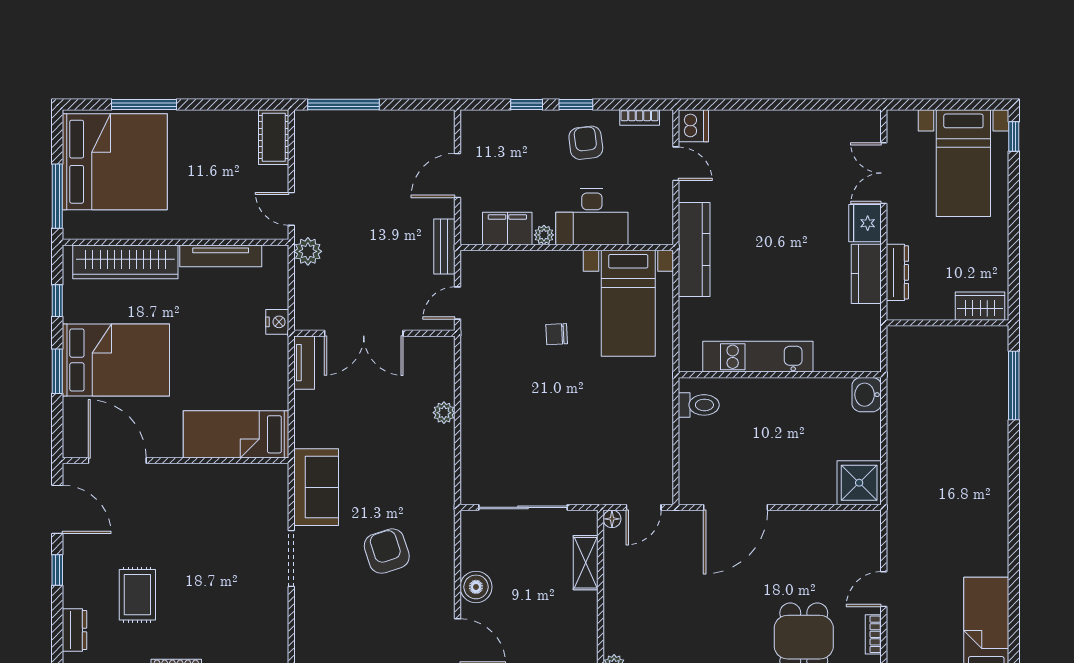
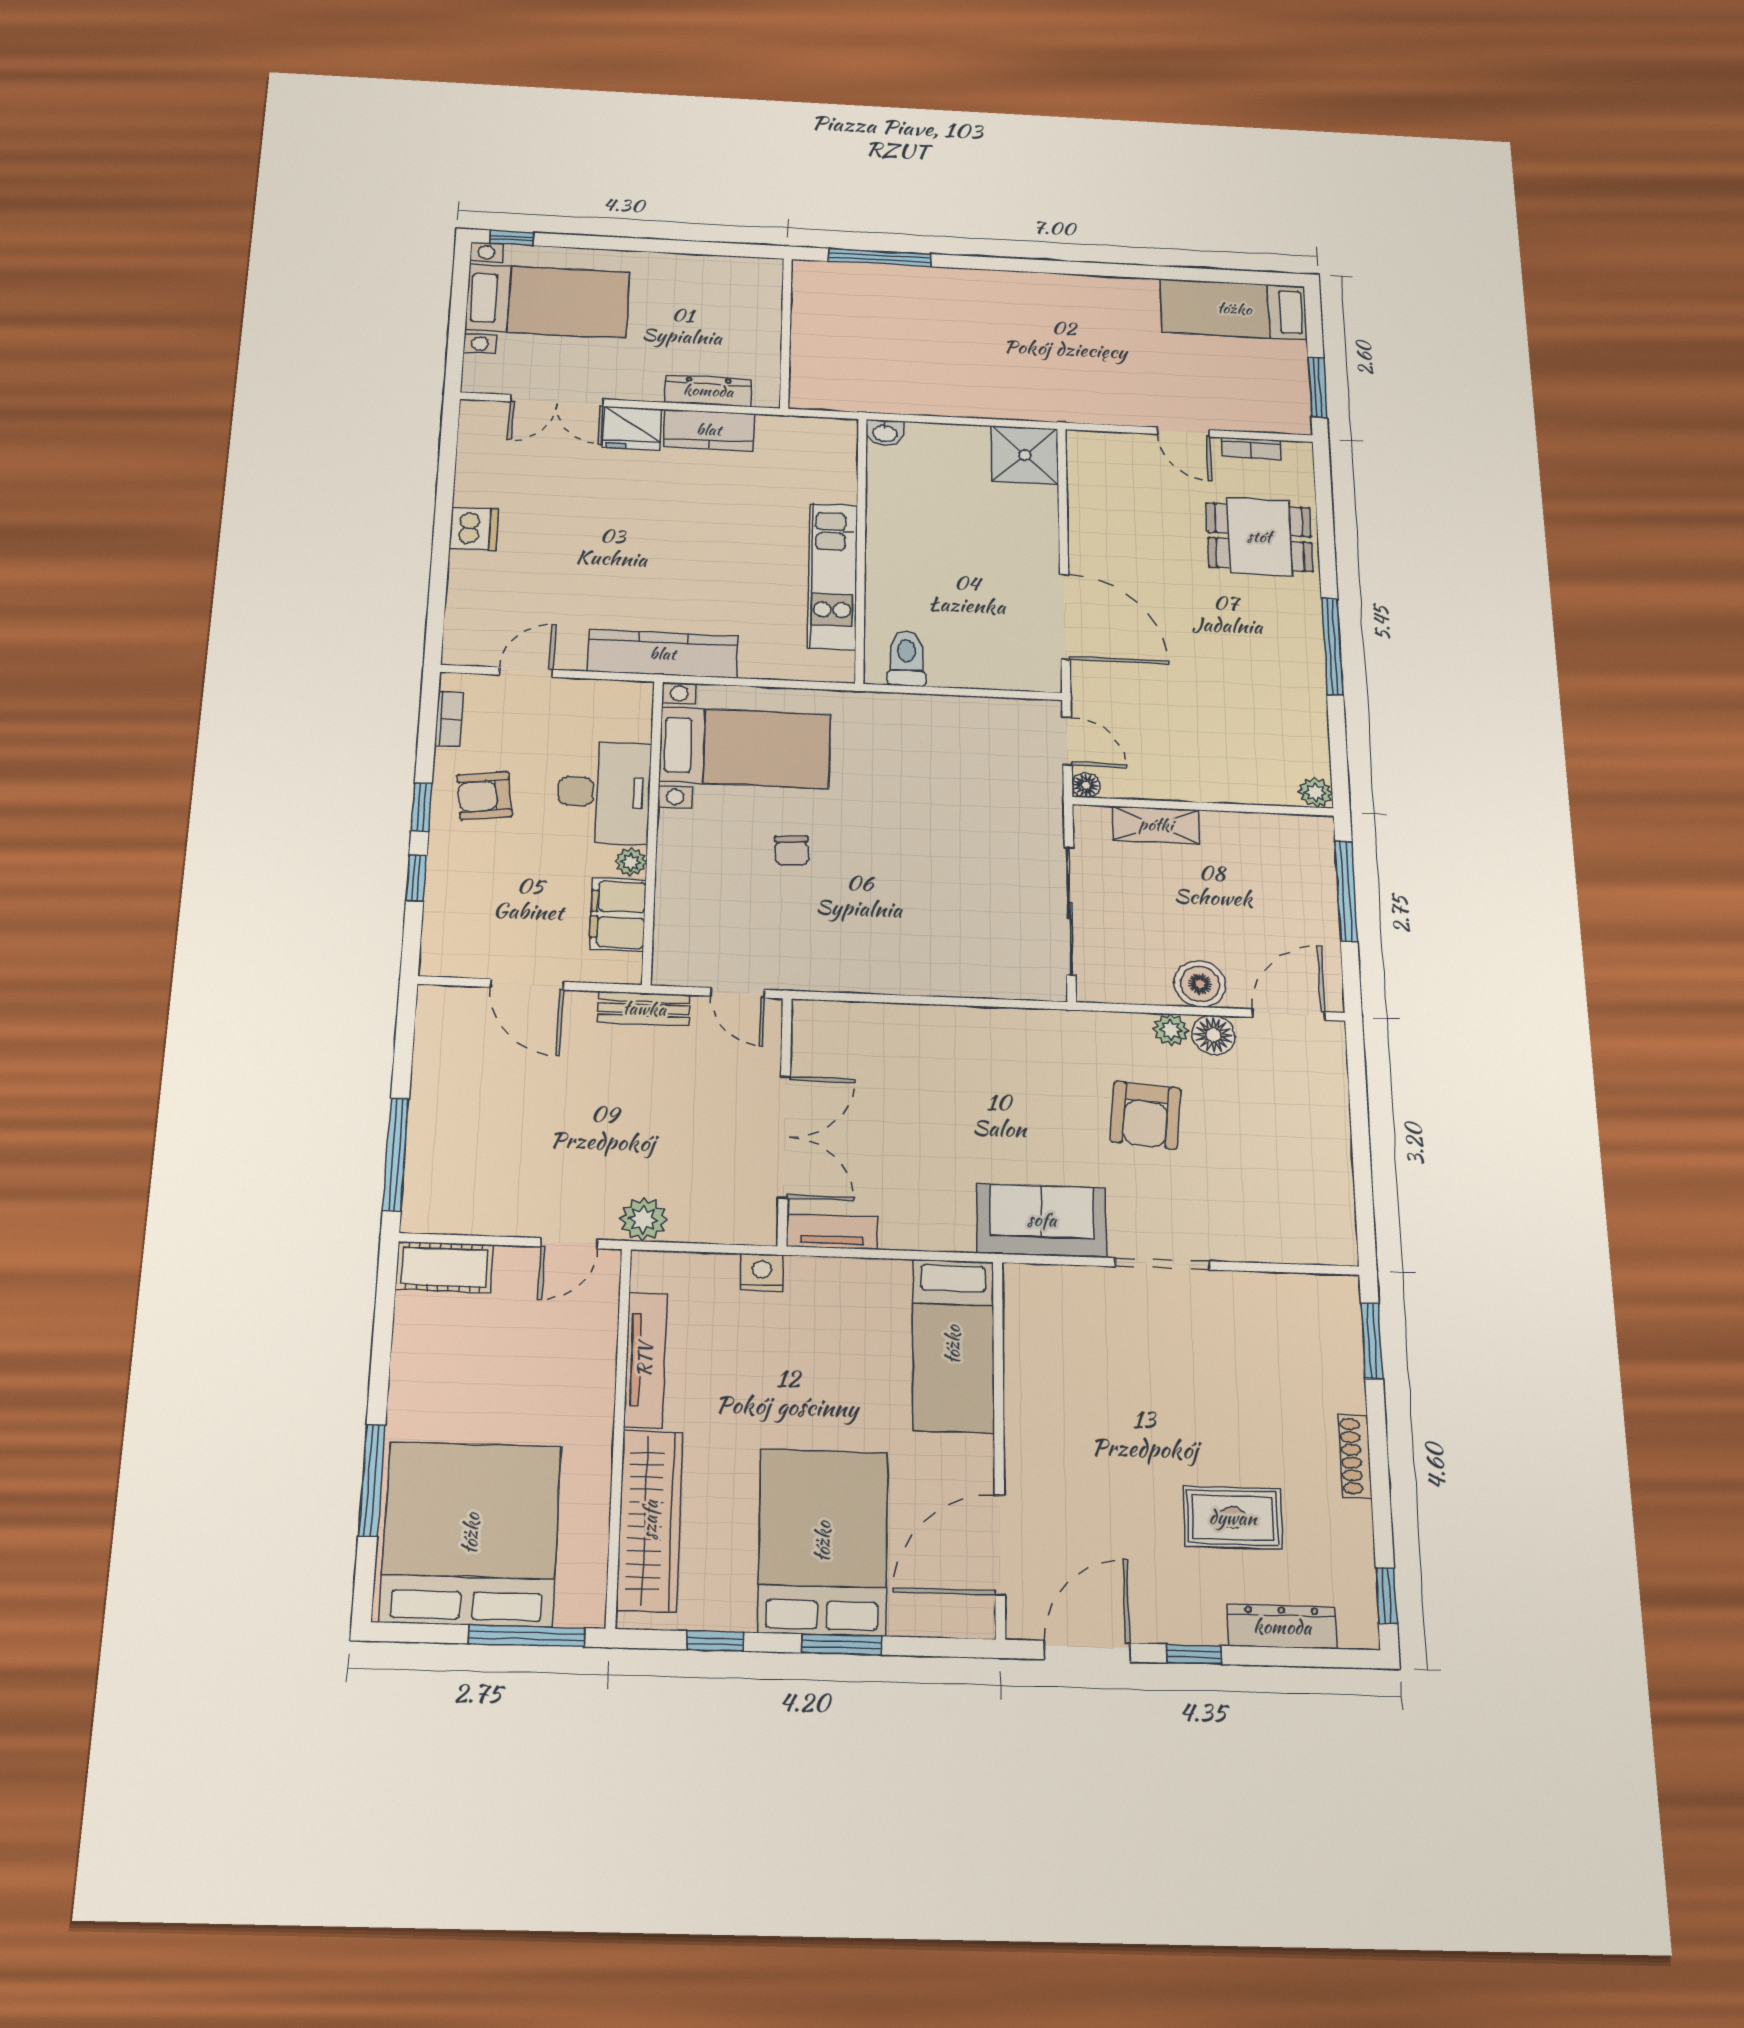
dishwasher: (693, 126) -> (474, 529), moved, turned 90
wardrobe: (980, 306) -> (762, 292), removed
washbasin: (867, 395) -> (885, 433), width x0.72, depth x0.69
plant: (444, 413) -> (1171, 1030), moved
armchair: (387, 551) -> (1146, 1115), turned -67
floor lamp: (442, 594) -> (1214, 1035), added
dresser: (75, 630) -> (1282, 1627), width x1.44

